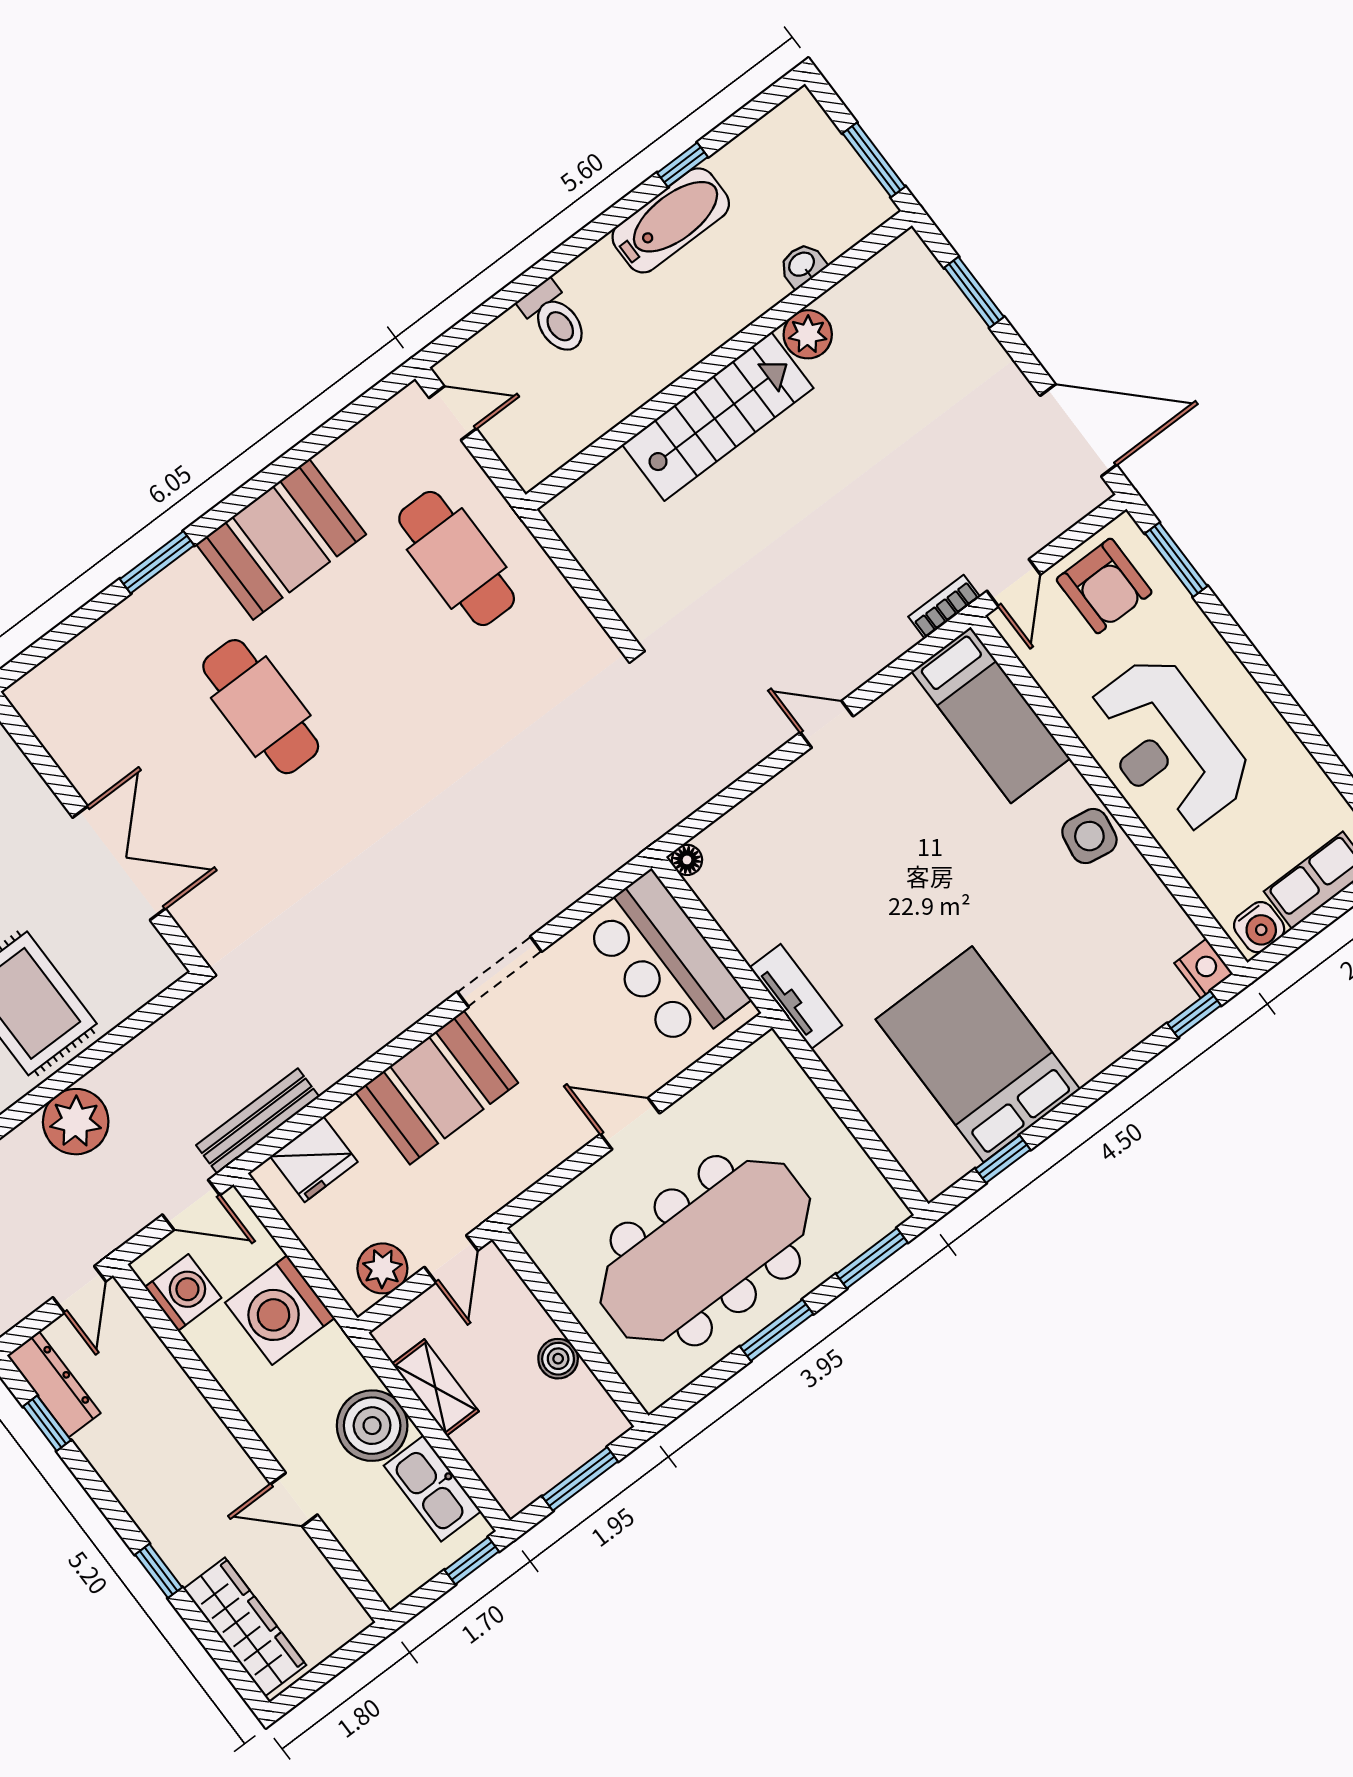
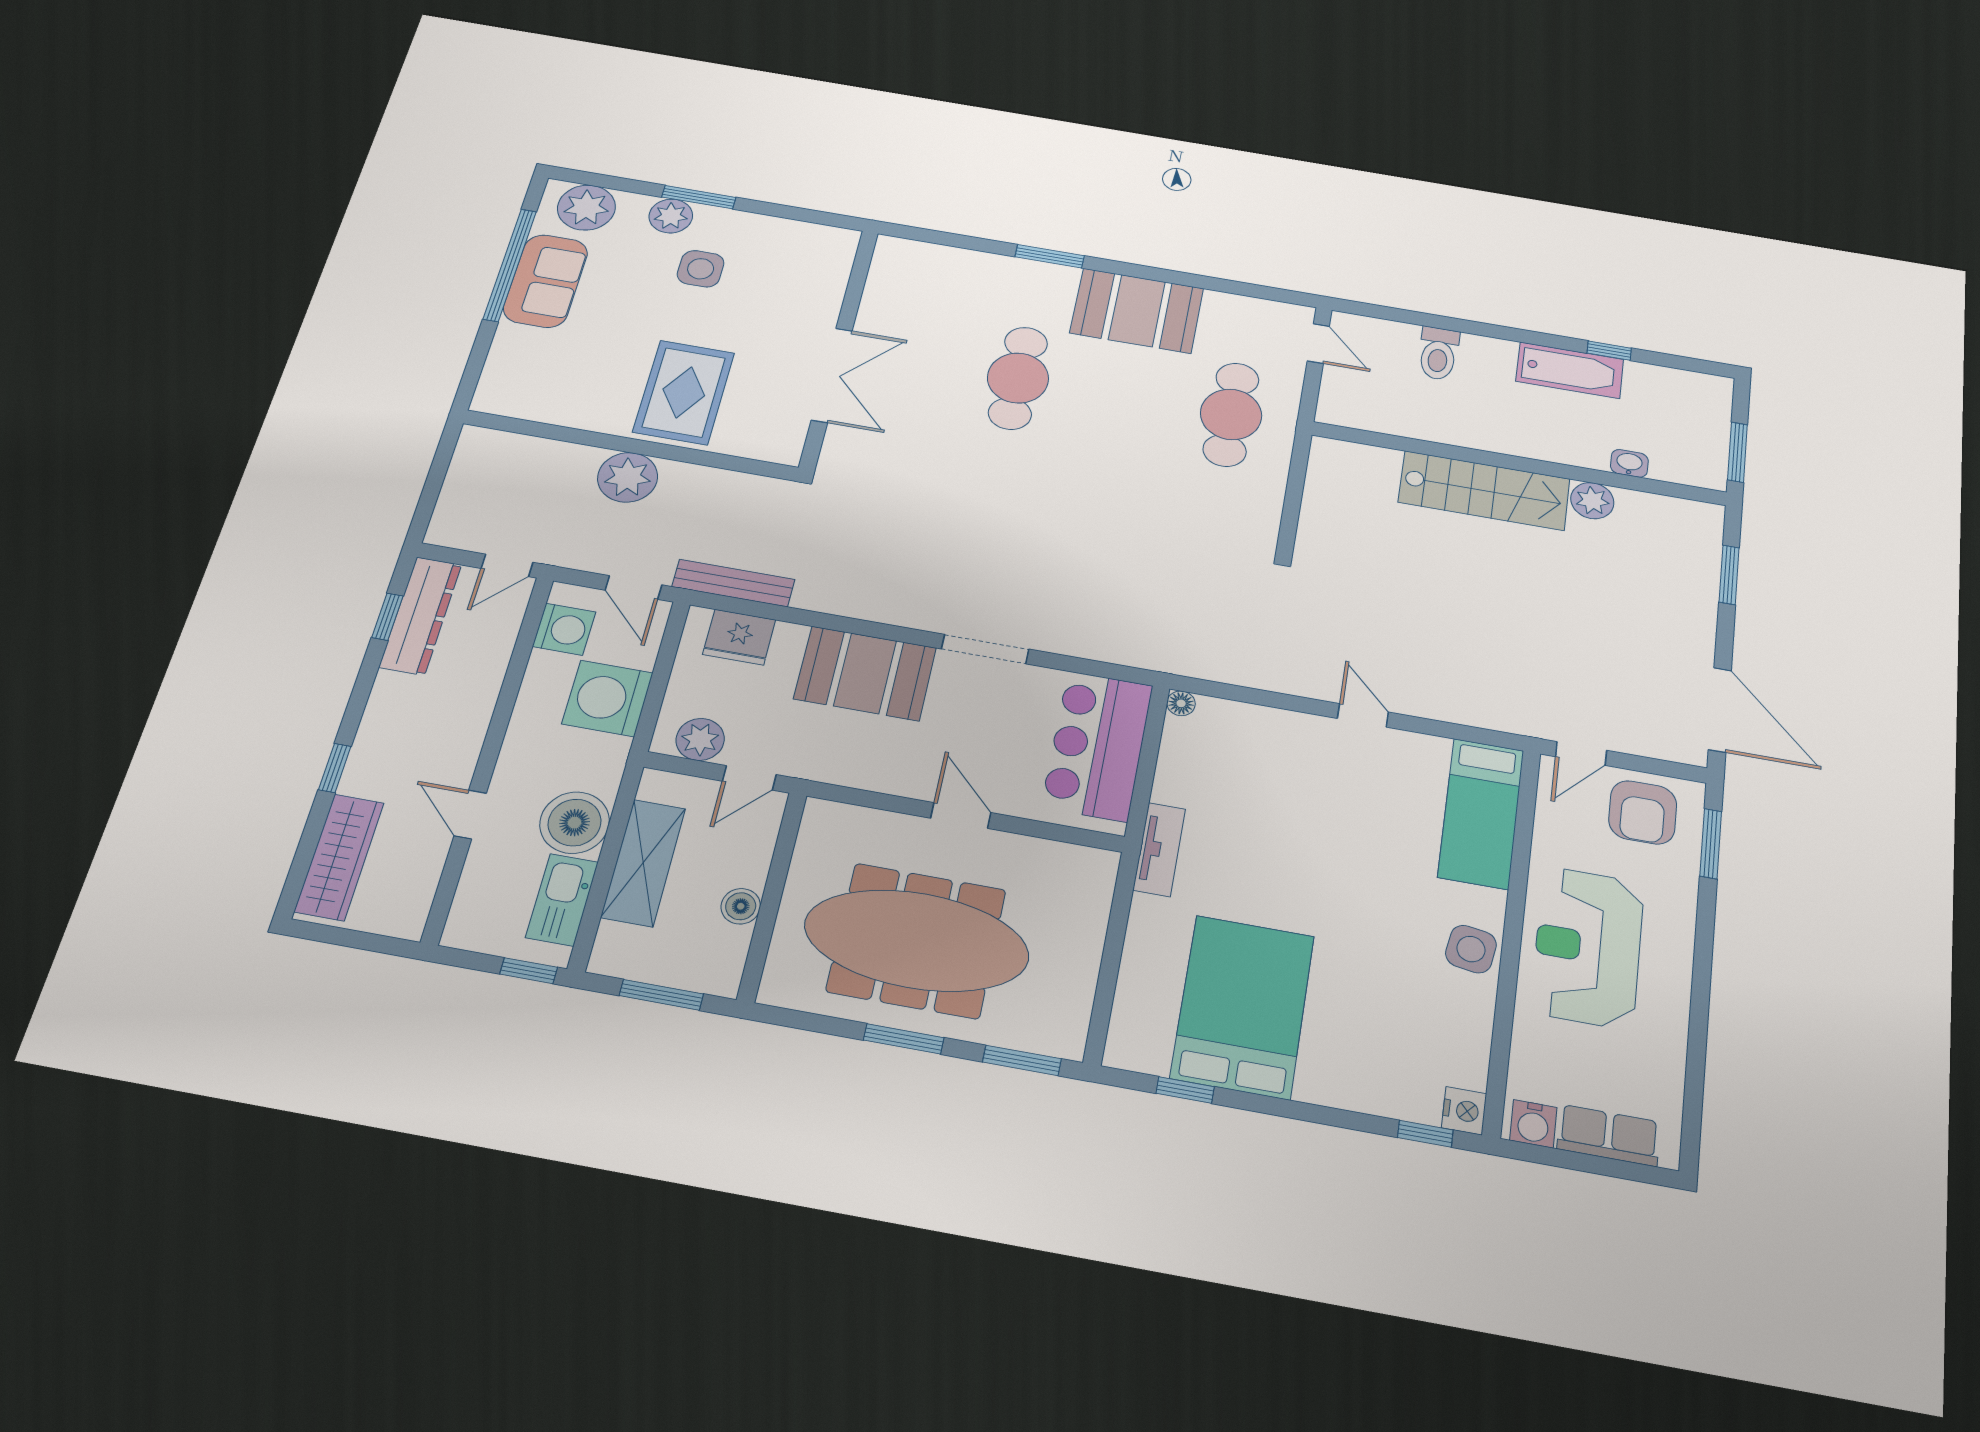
bookcase: (944, 607) -> (1518, 724), removed
dresser: (54, 1384) -> (421, 616), width x1.37, depth x1.24
shelving: (435, 1388) -> (643, 863), width x1.50, depth x1.33

